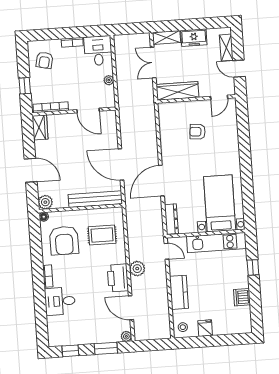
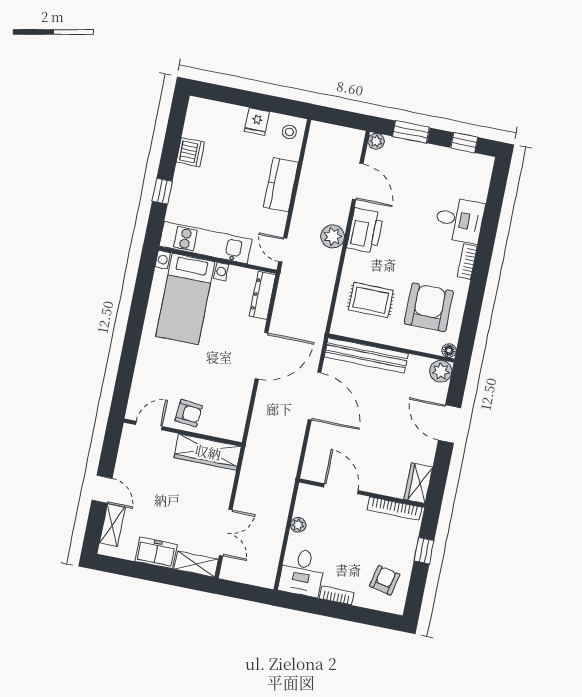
wardrobe: (177, 91) -> (208, 452), moved
door: (219, 97) -> (149, 426), moved
wall: (196, 99) -> (183, 432), moved

